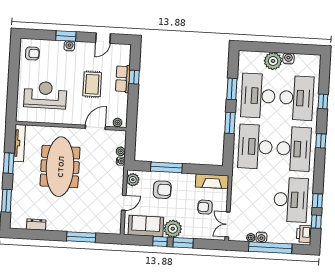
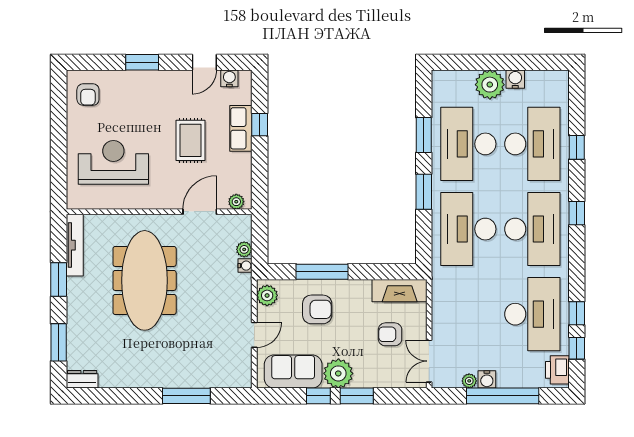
water cooler: (69, 46) -> (229, 78), moved
armchair: (32, 53) -> (88, 95), turned 90
dresser: (36, 225) -> (82, 379), moved

